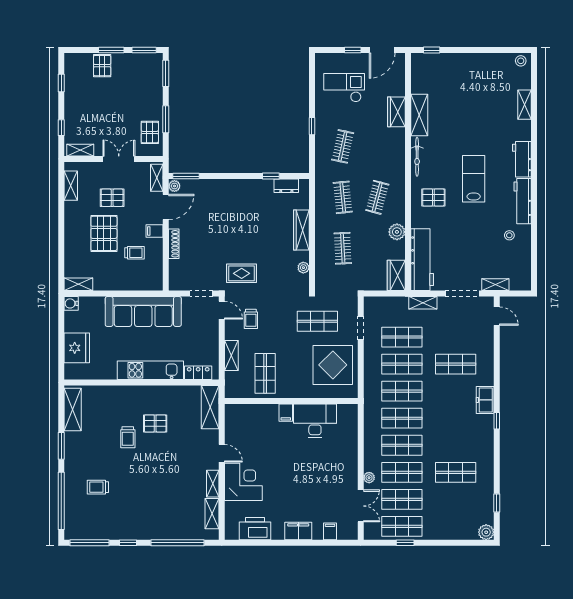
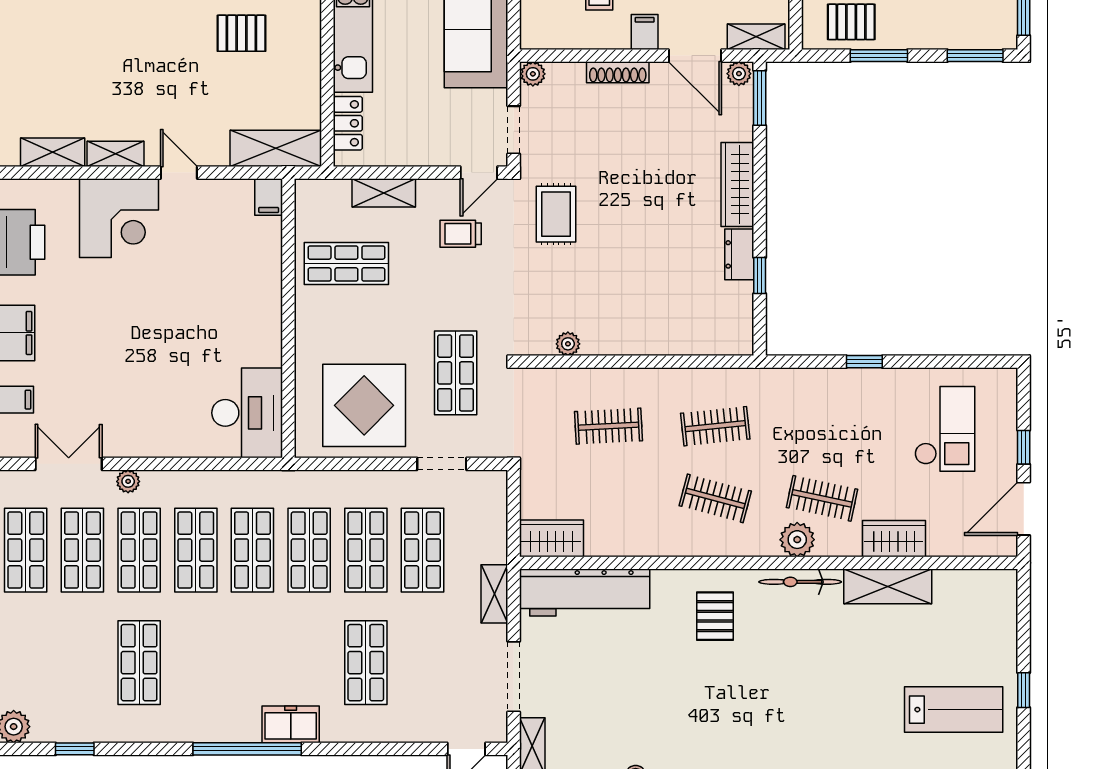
door: (382, 50) -> (1024, 509), hinge flipped
window: (432, 50) -> (1024, 690), moved
clothes rail: (343, 146) -> (822, 498), moved
lab bench: (474, 179) -> (954, 710), moved
dresser: (286, 186) -> (739, 254), moved
wardrobe: (301, 230) -> (737, 184), moved, turned -90
plant: (397, 232) -> (797, 540), moved
plant: (175, 284) -> (533, 74), added
filing cabinet: (286, 413) -> (269, 197), moved, turned -90
desk: (315, 421) -> (247, 413), moved
window: (497, 421) -> (247, 749), width x3.17
pallet: (155, 423) -> (241, 33), turned 90
door: (222, 453) -> (179, 173), swing flipped
double door: (361, 506) -> (69, 464), swing flipped

